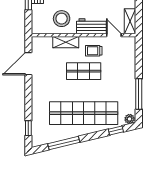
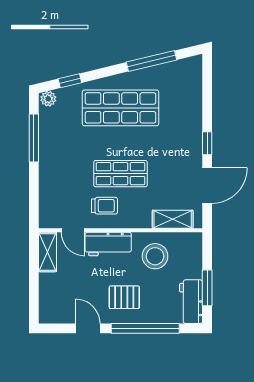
shelving: (66, 42) -> (173, 219), moved
shop shelf: (84, 113) -> (120, 108), width x0.71
window: (28, 128) -> (207, 143), moved

